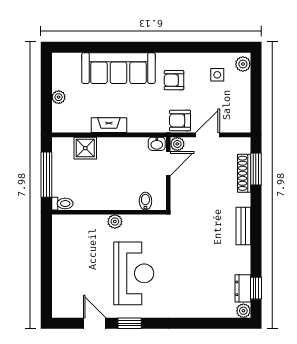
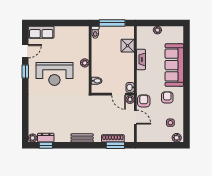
row of seats: (62, 296) -> (41, 32), added

